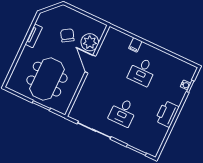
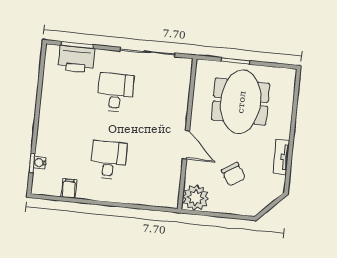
plant: (90, 42) -> (196, 198), moved
filing cabinet: (135, 45) -> (69, 189), moved
printer: (167, 114) -> (76, 59), moved, turned 90

